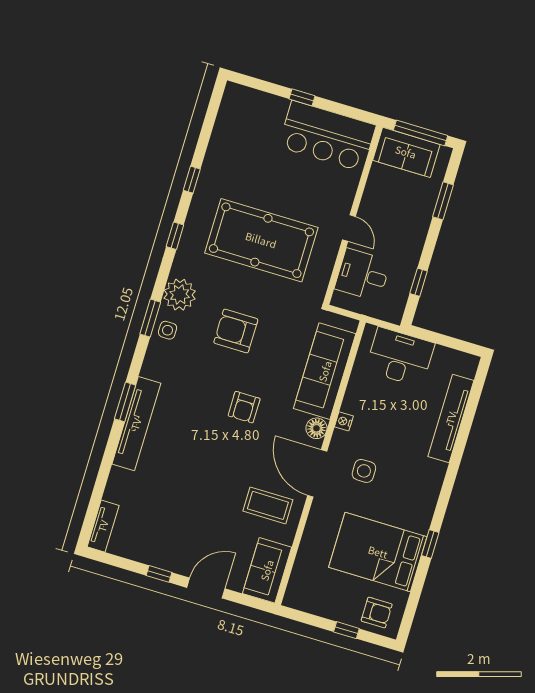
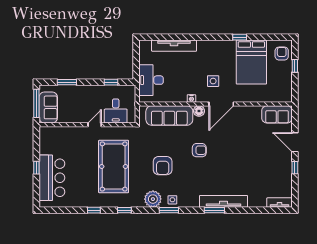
bar counter: (327, 136) -> (52, 178), moved
coffee table: (268, 505) -> (245, 124), removed

